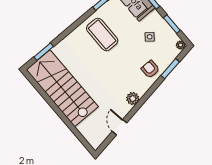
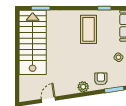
plant: (133, 98) -> (83, 87), moved

